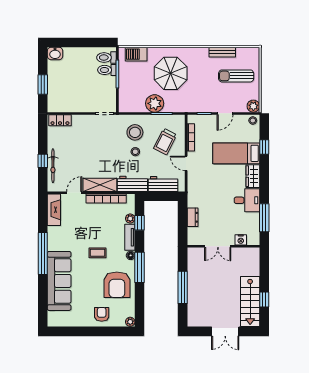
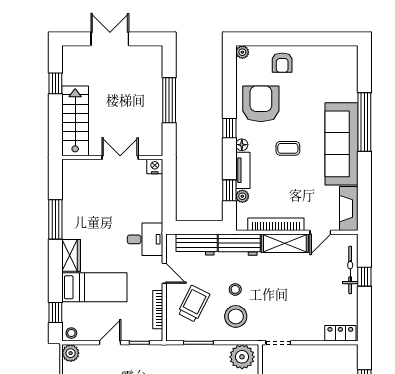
plant: (155, 103) -> (242, 357), moved
window: (264, 147) -> (55, 313), moved
desk: (247, 200) -> (145, 239), moved, turned 180
dresser: (193, 217) -> (155, 198), removed
window: (264, 218) -> (55, 219), moved
nightstand: (241, 240) -> (155, 166), moved
window: (43, 254) -> (364, 122), moved
window: (140, 267) -> (229, 128), width x0.46
sofa: (59, 281) -> (341, 144), moved
stairs: (250, 302) -> (75, 121), moved

